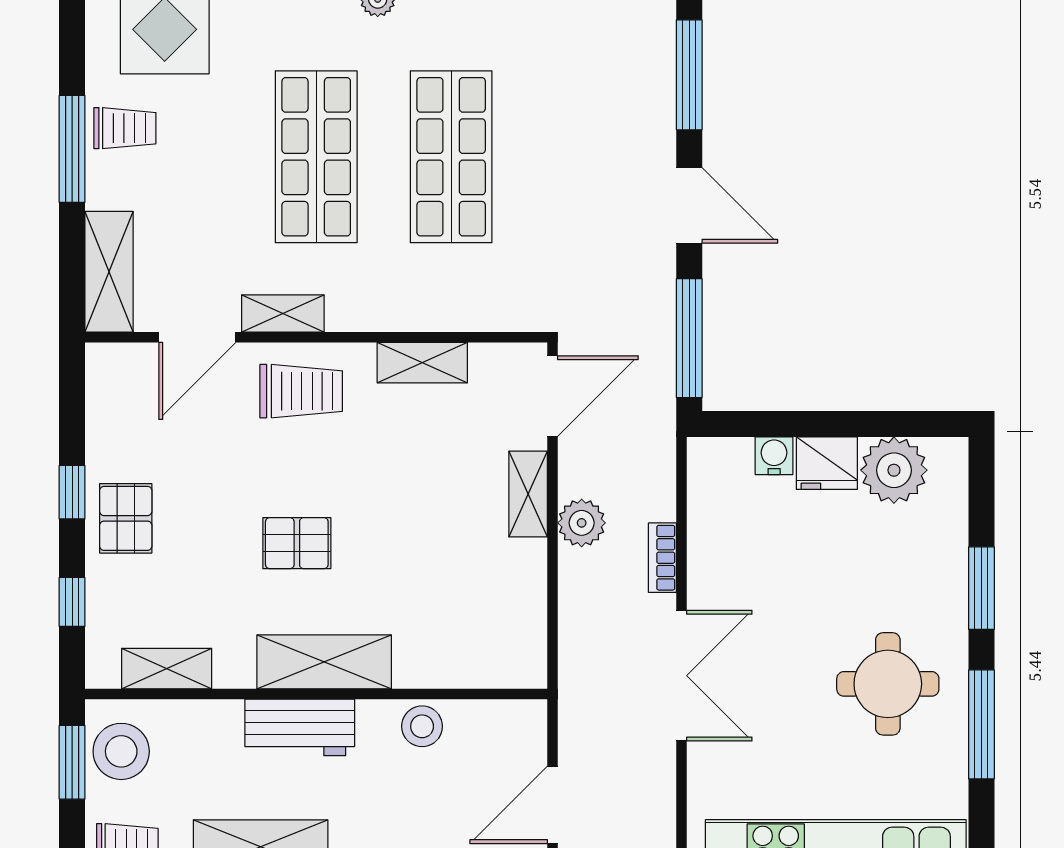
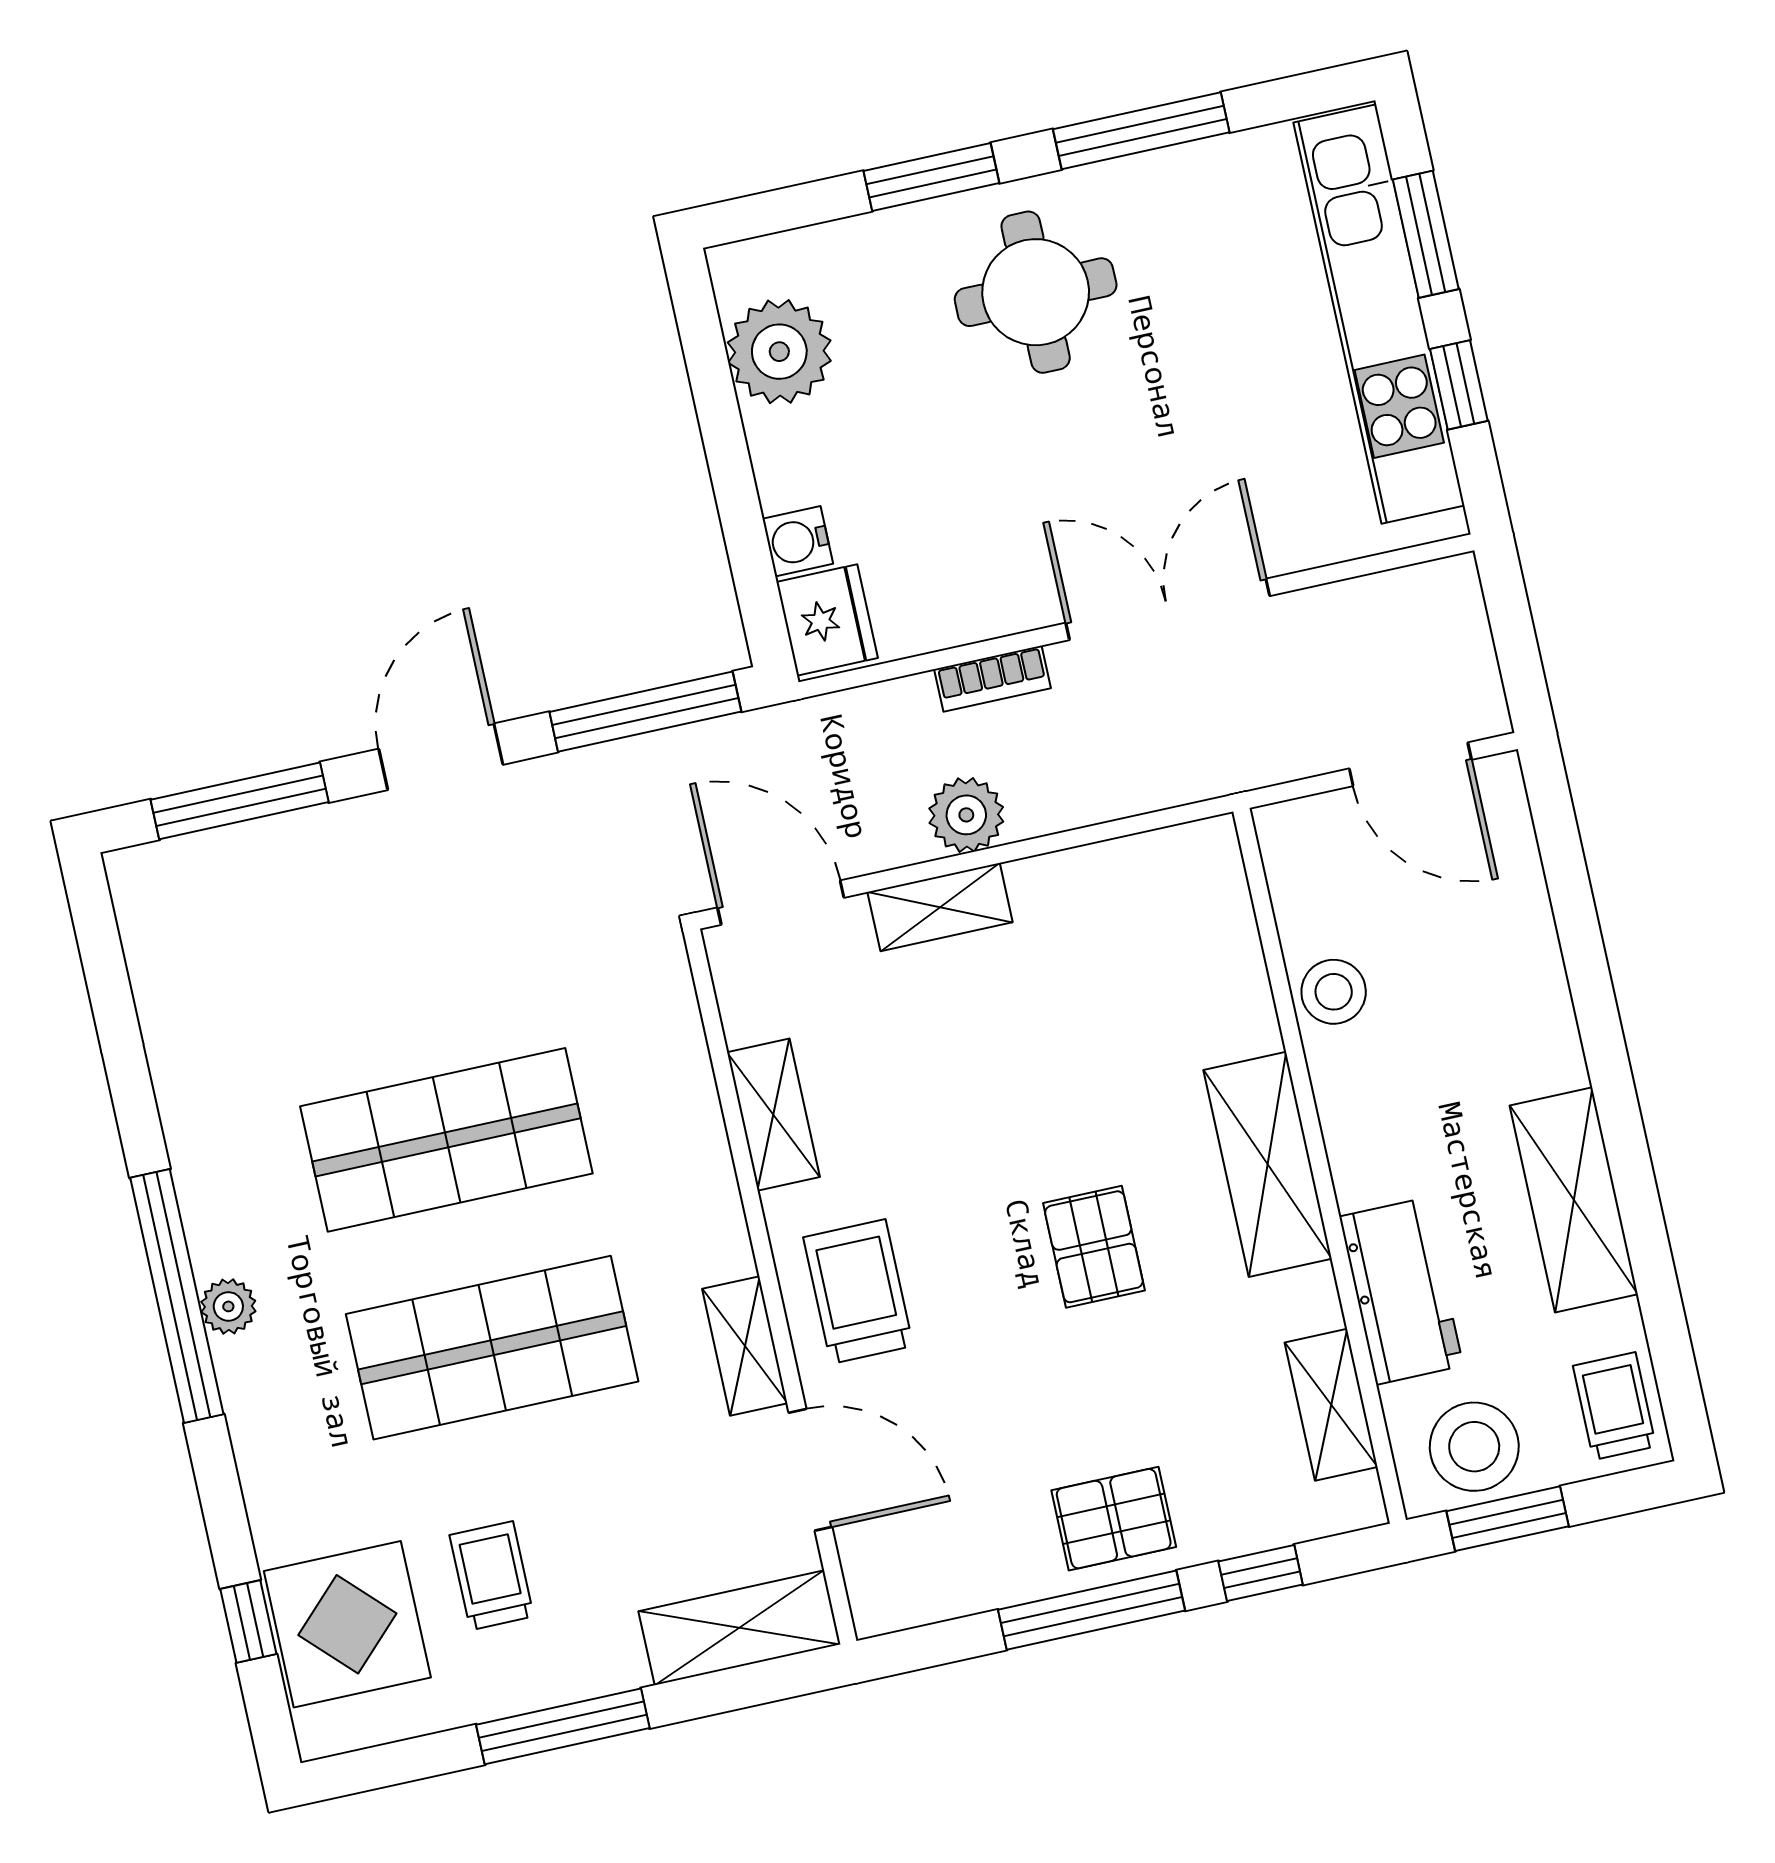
trolley: (125, 128) -> (492, 1576), moved
fridge: (827, 463) -> (827, 620), moved
window: (72, 492) -> (1092, 1610), width x2.17
round table: (888, 684) -> (1036, 292), moved
workbench: (300, 727) -> (1401, 1291), moved

